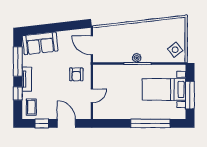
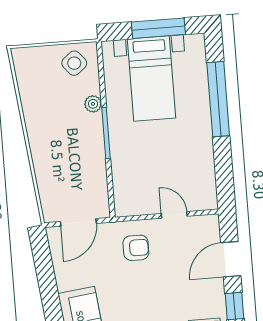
plant: (137, 58) -> (93, 104), moved

